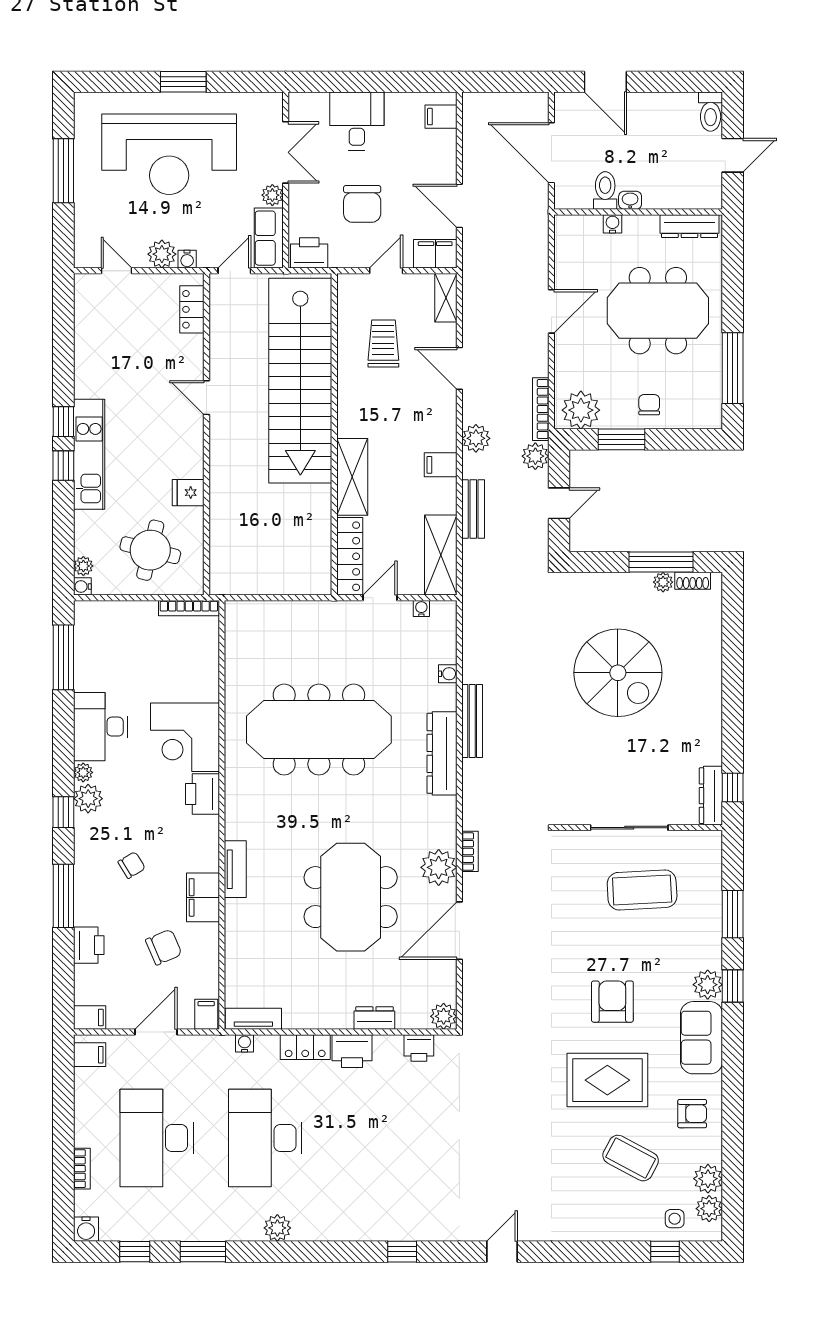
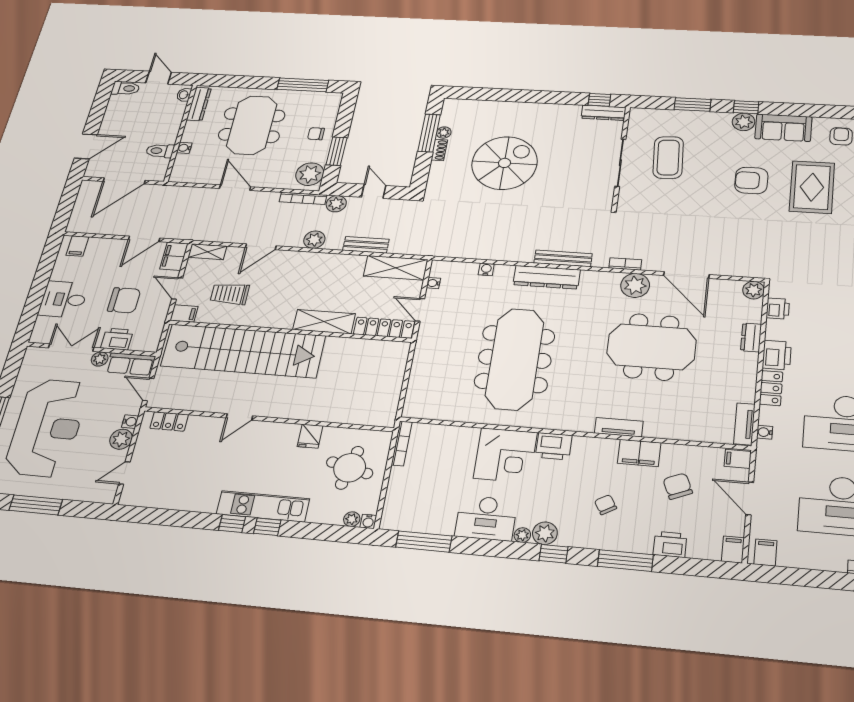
washbasin: (630, 200) -> (184, 95), moved
printer: (309, 253) -> (117, 339), moved, turned 90
filing cabinet: (441, 465) -> (184, 313), moved, turned -90
shoe rack: (693, 581) -> (439, 150), moved
bench: (472, 721) -> (563, 258), moved

